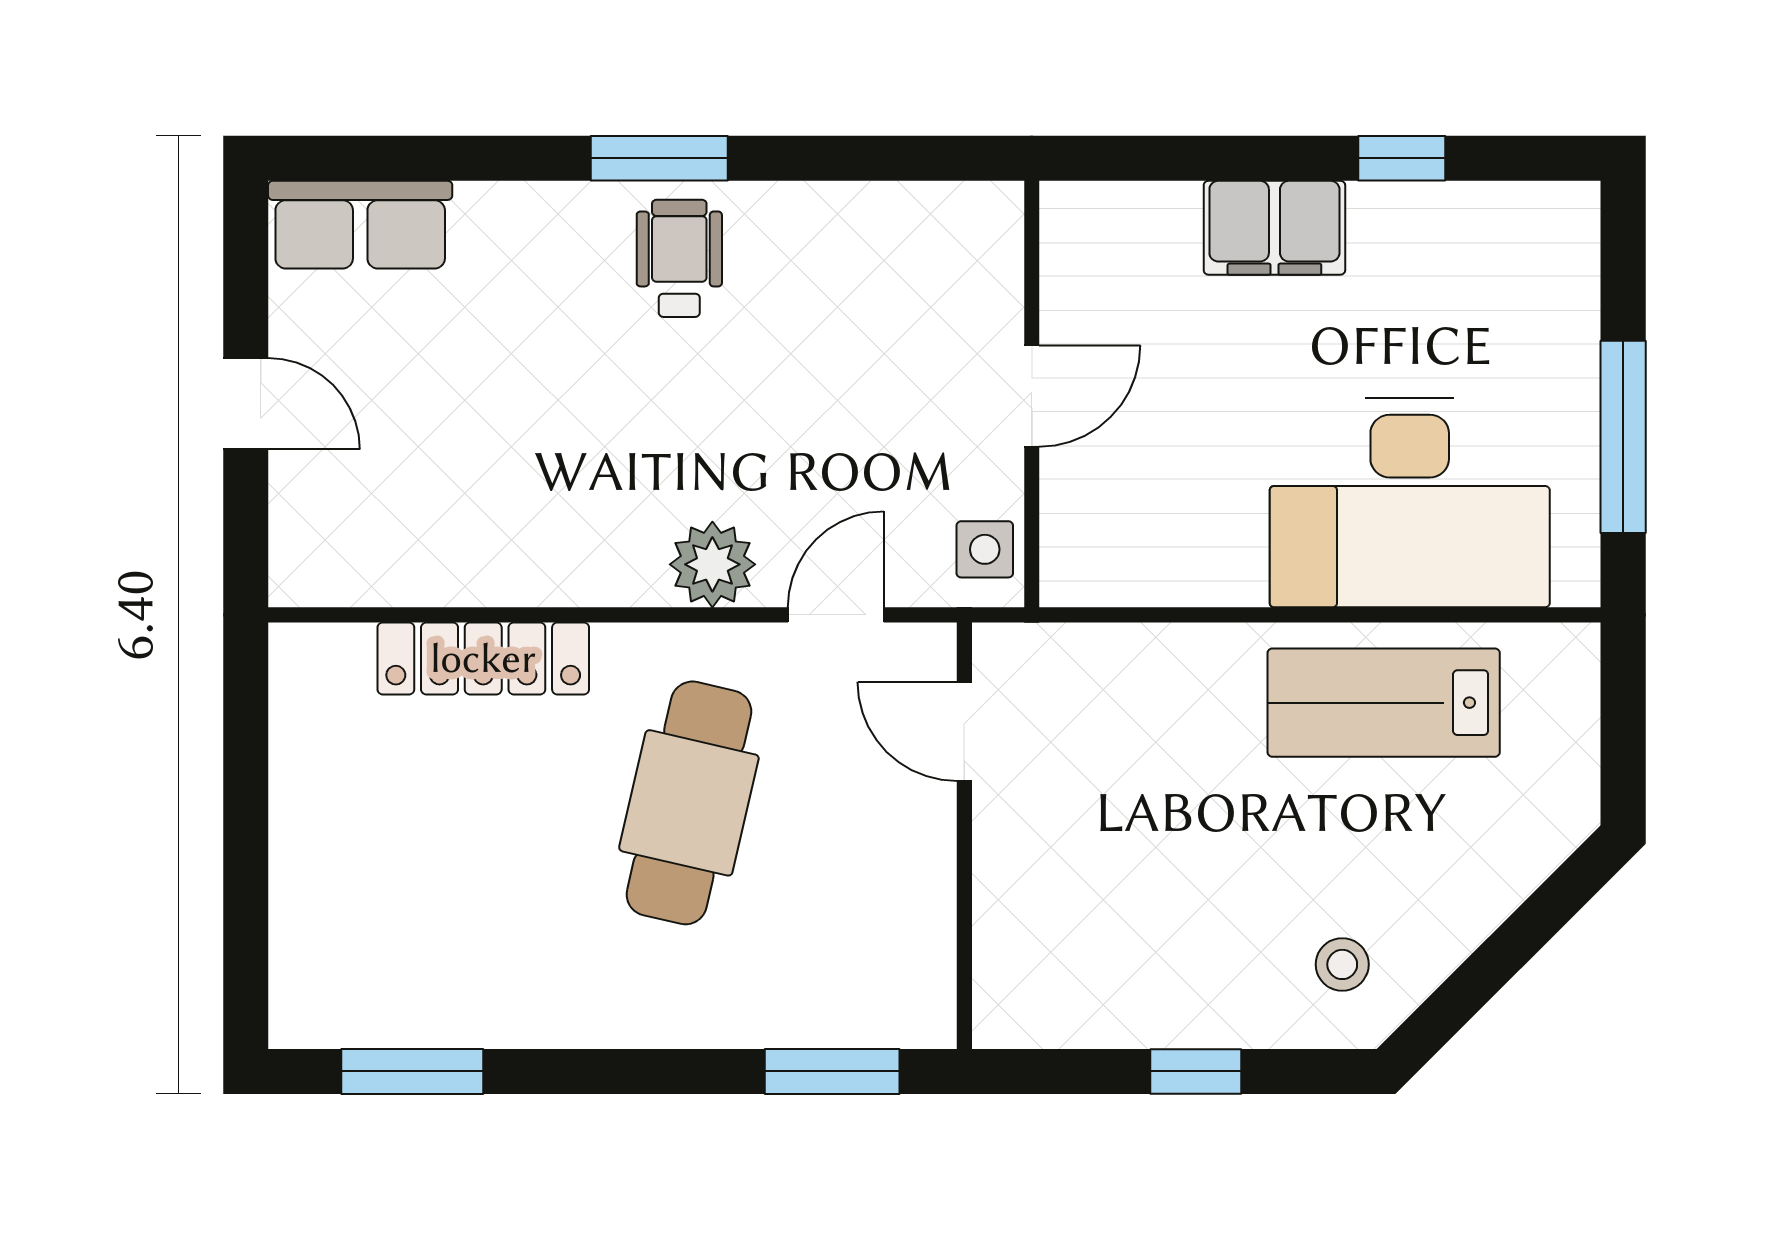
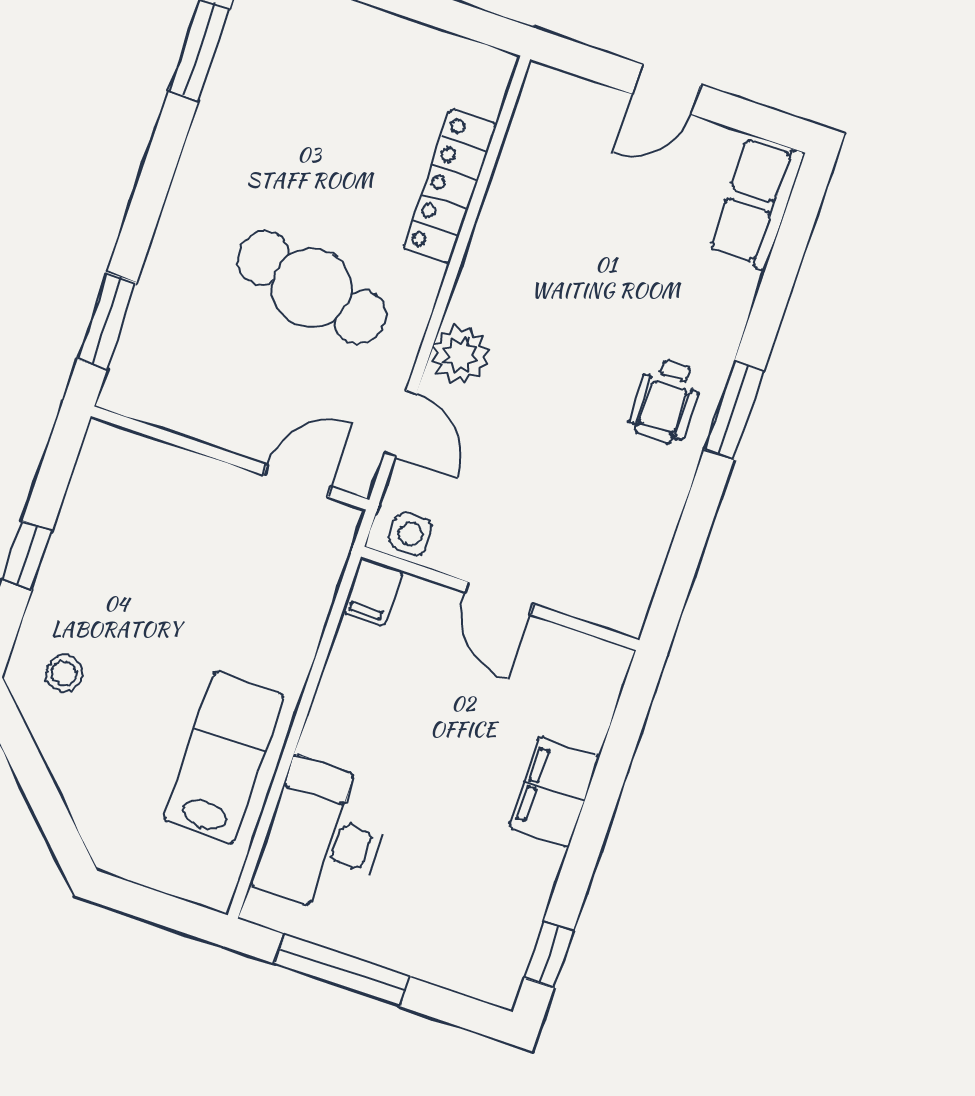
window: (1402, 158) -> (549, 955), moved
wheelchair: (679, 258) -> (665, 401), turned 90
desk: (1410, 503) -> (323, 837), width x0.73, depth x0.77
filing cabinet: (1082, 575) -> (372, 591), added

